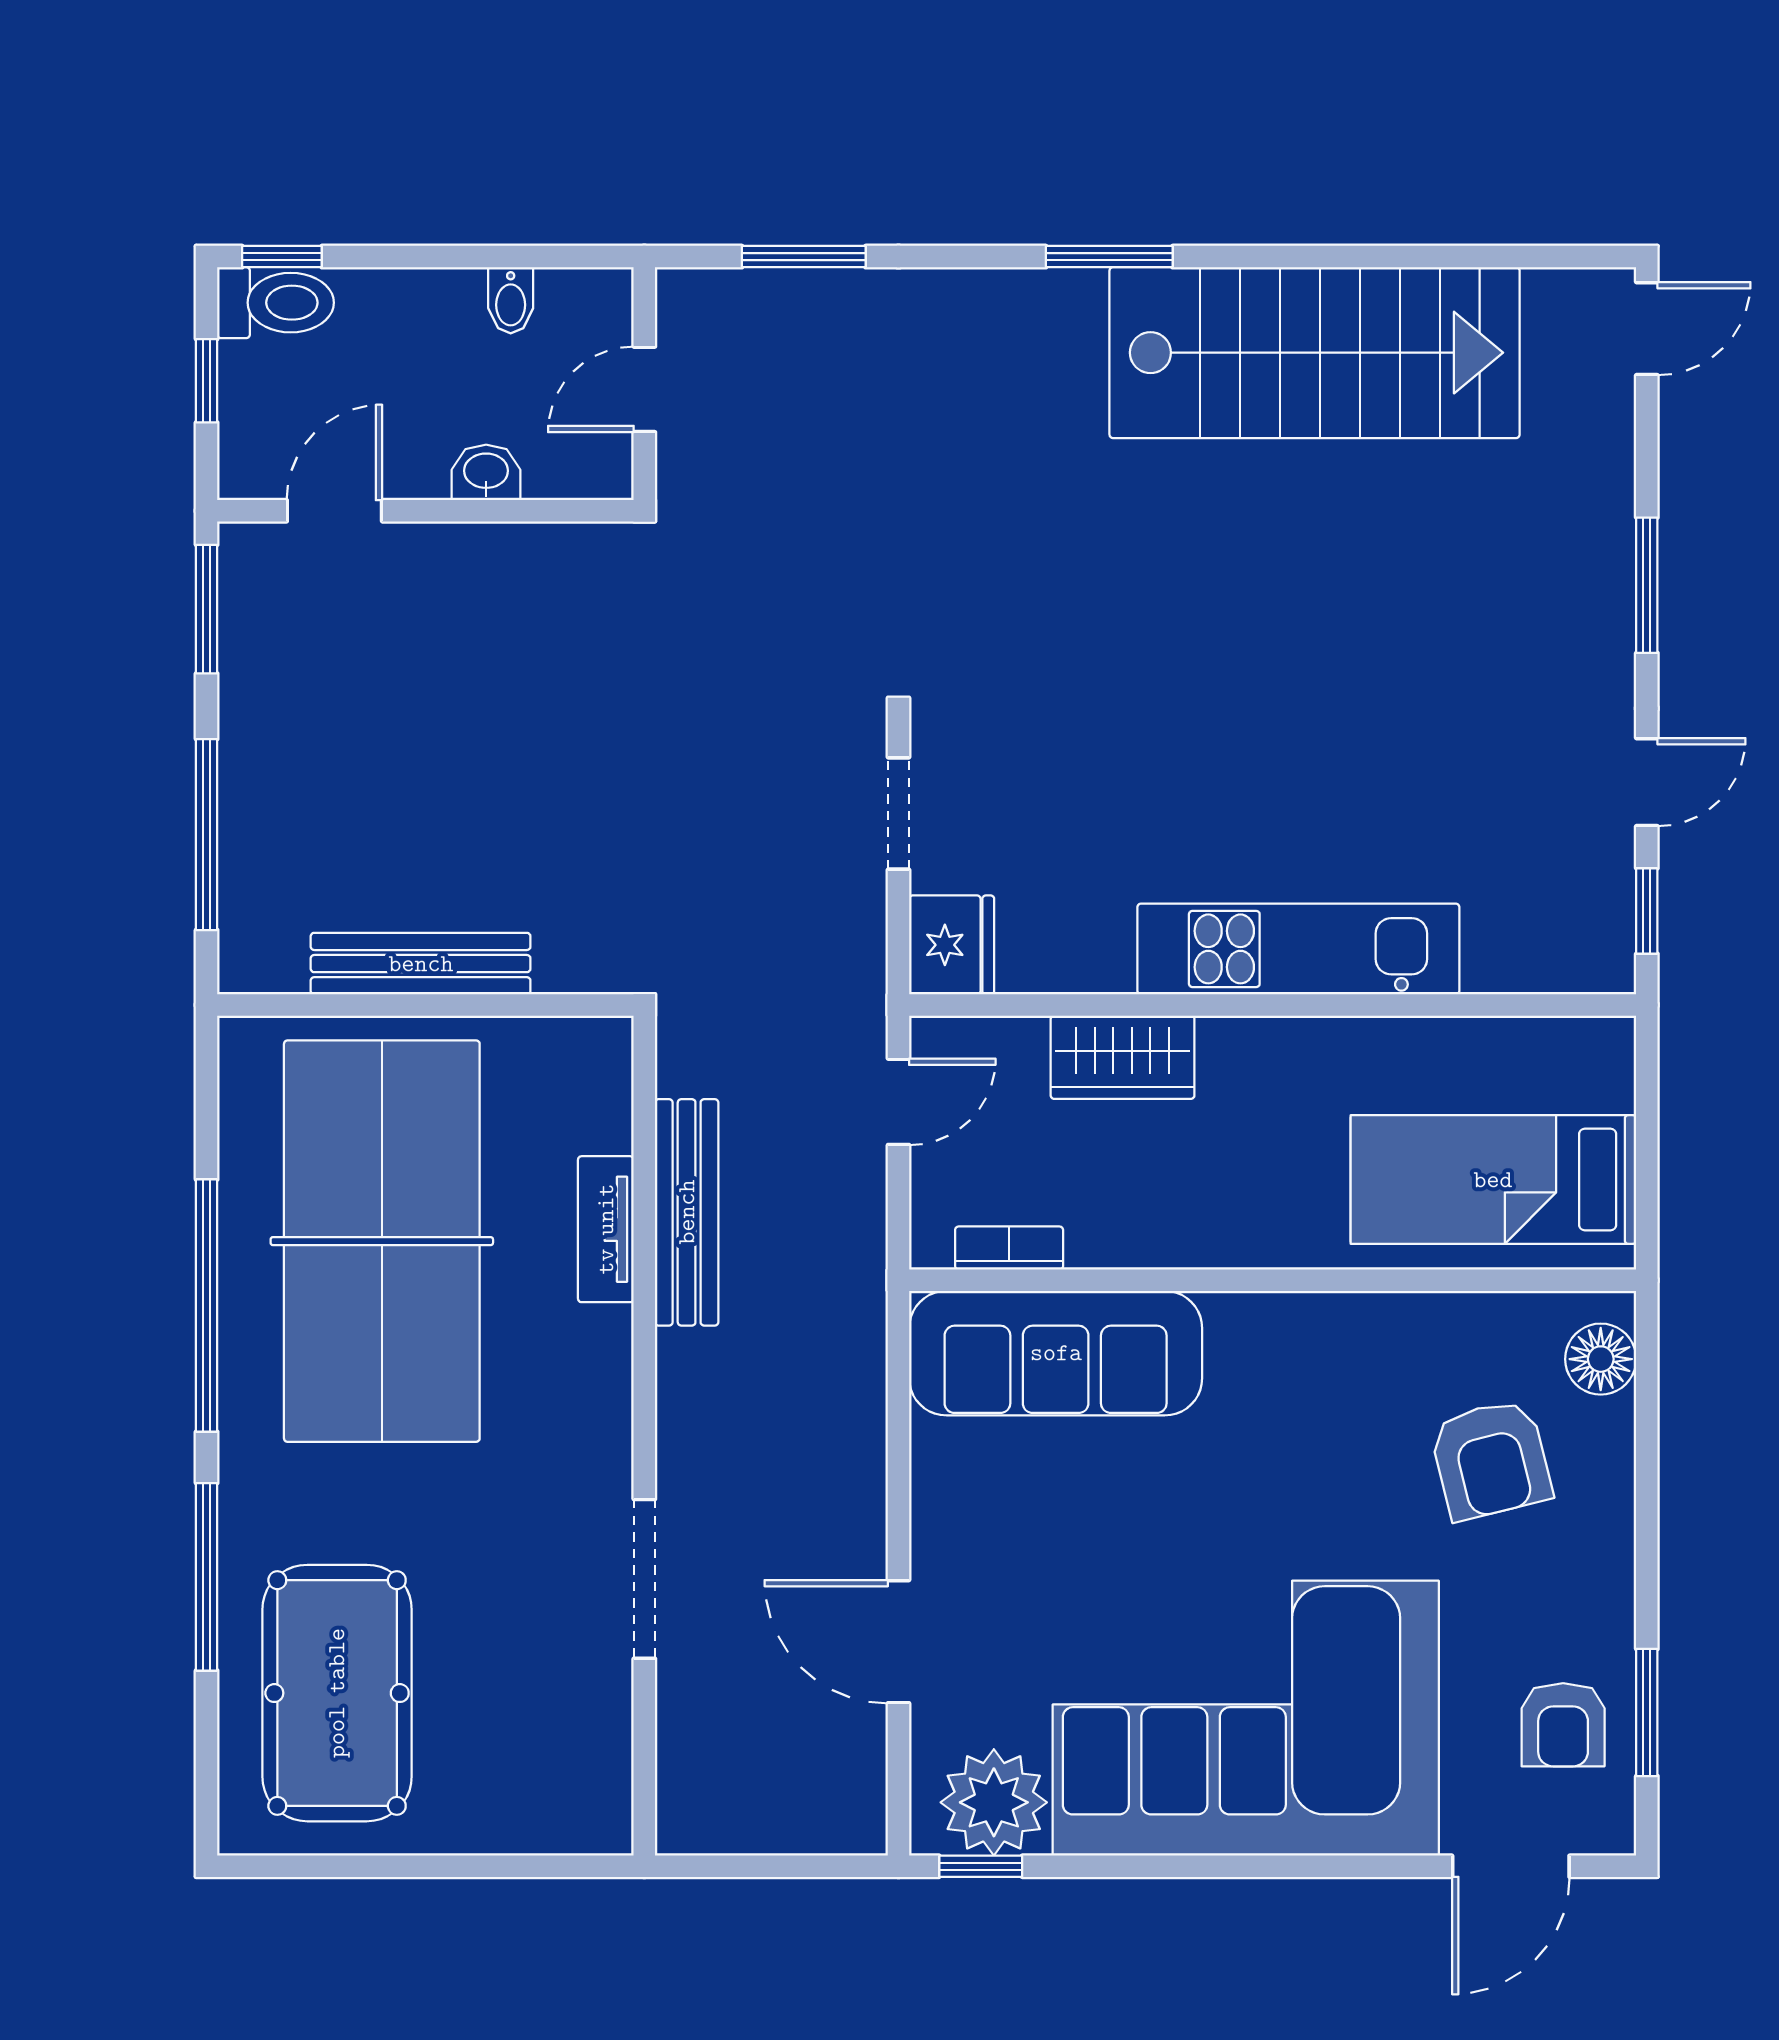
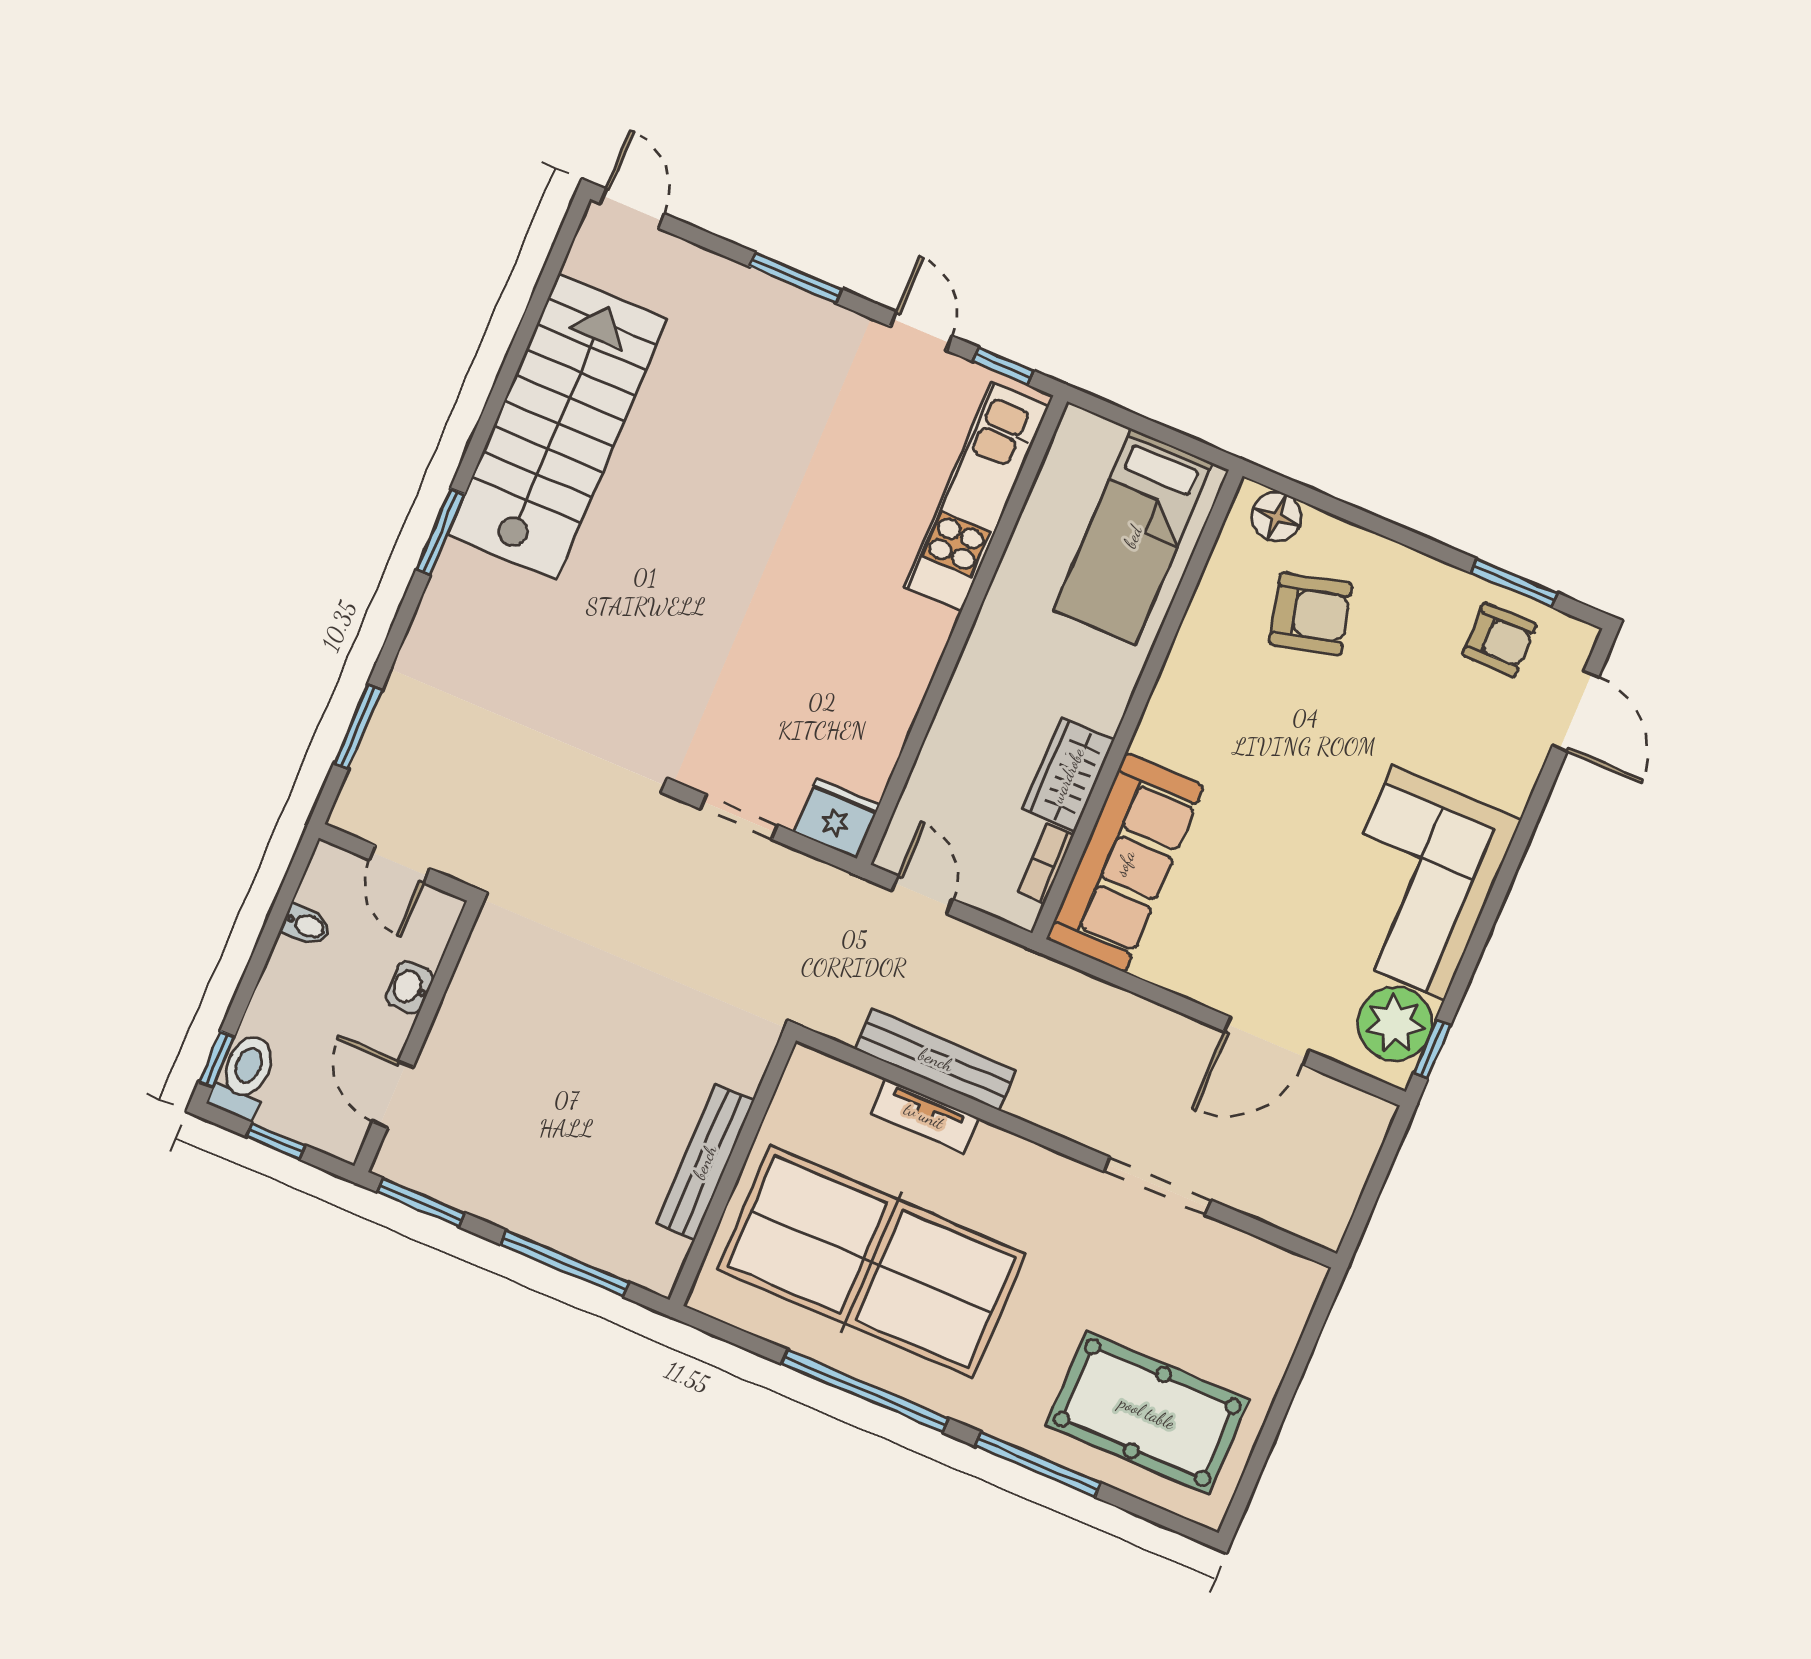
kitchen unit: (1298, 949) -> (976, 497), moved
wardrobe: (1123, 1057) -> (1068, 775), moved, turned 180
corner sofa: (1246, 1718) -> (1419, 883), width x0.73, depth x0.74

